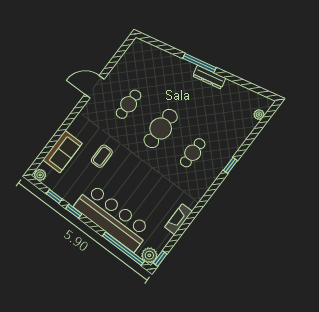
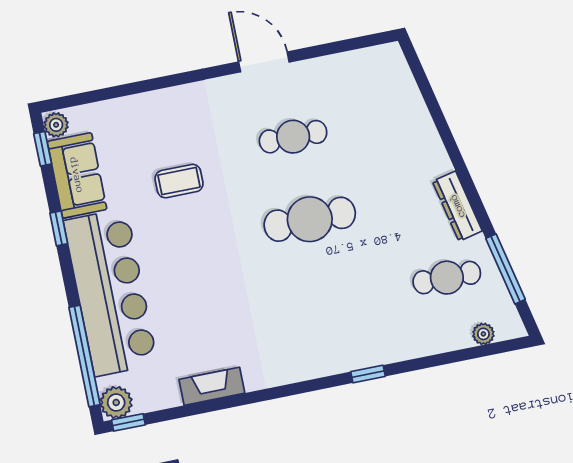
window: (200, 63) -> (505, 269), moved
sofa: (62, 152) -> (77, 175), moved, turned -90
cafe table: (193, 153) -> (447, 278), moved
window: (54, 196) -> (43, 149), moved

